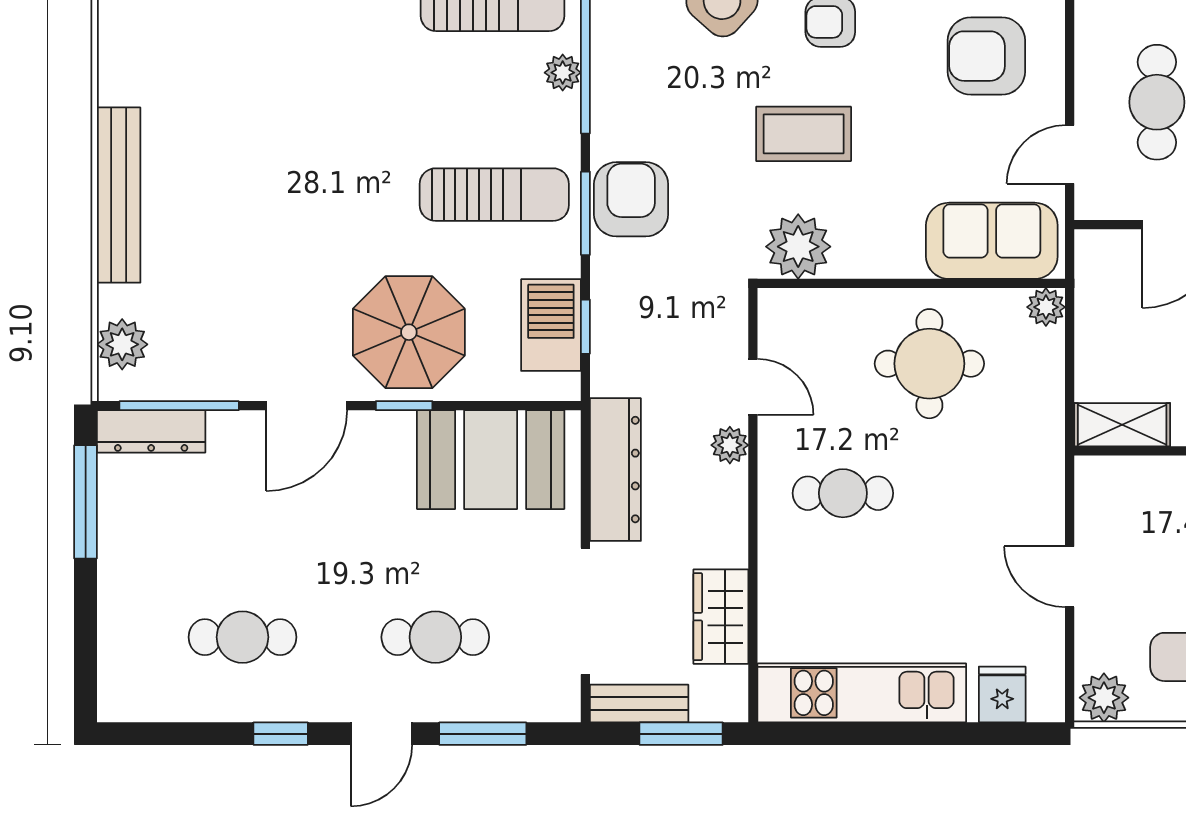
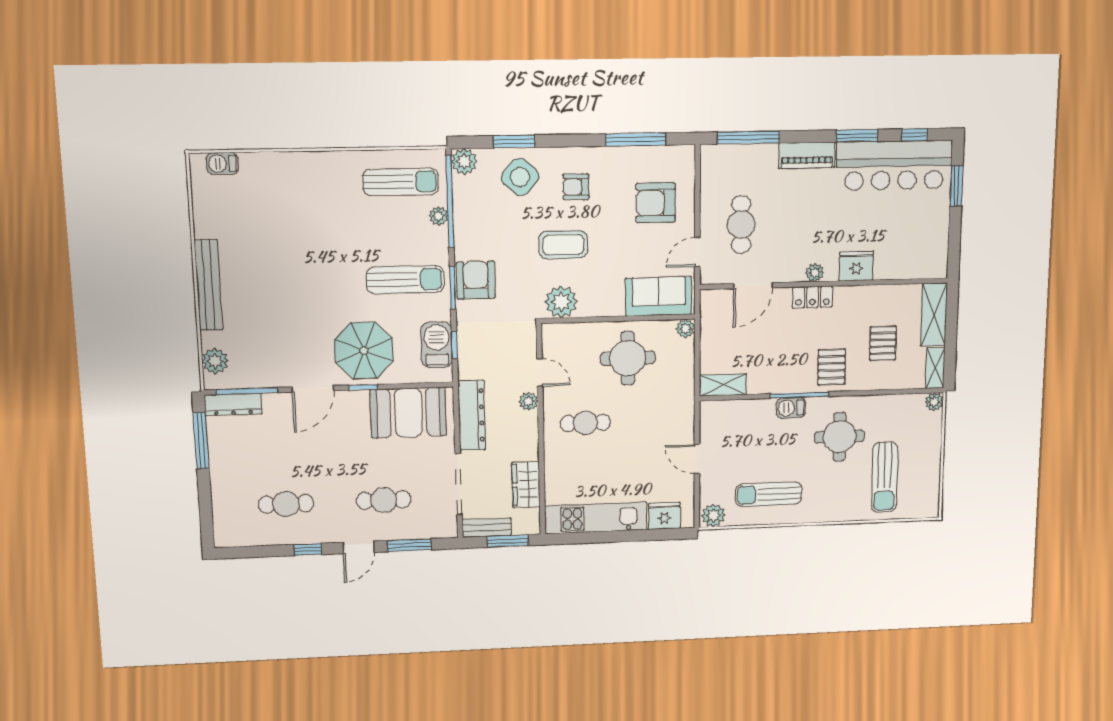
fridge: (1002, 694) -> (664, 516), width x1.38

